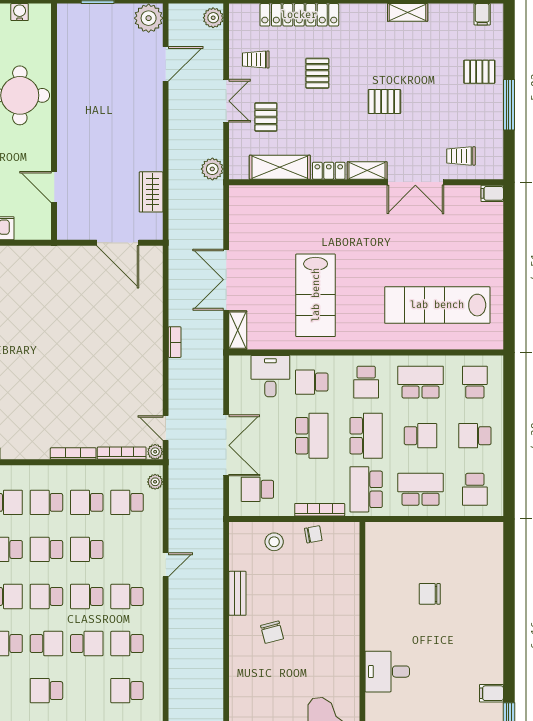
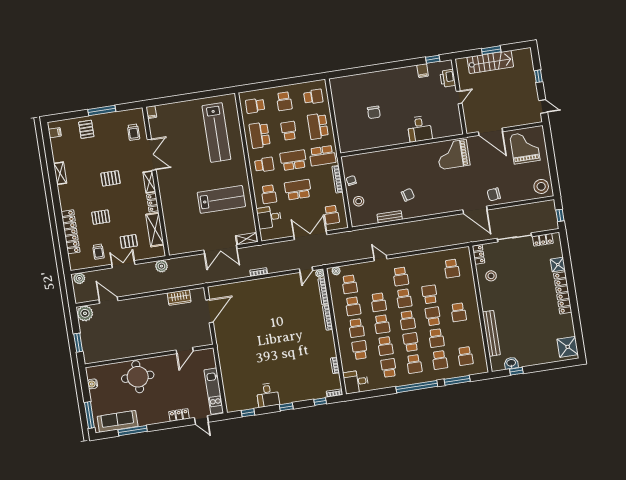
pallet: (384, 102) -> (110, 178), turned 90
school desk: (127, 644) -> (426, 272), removed

